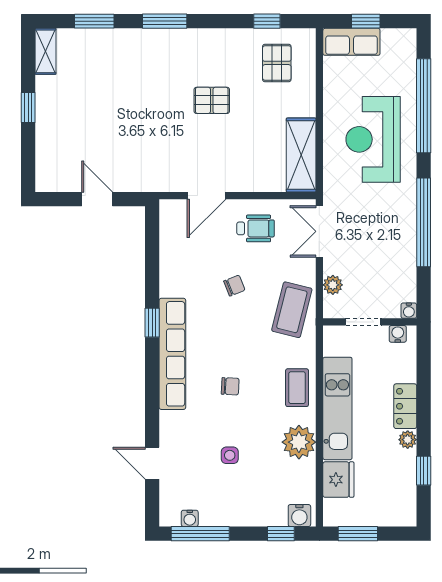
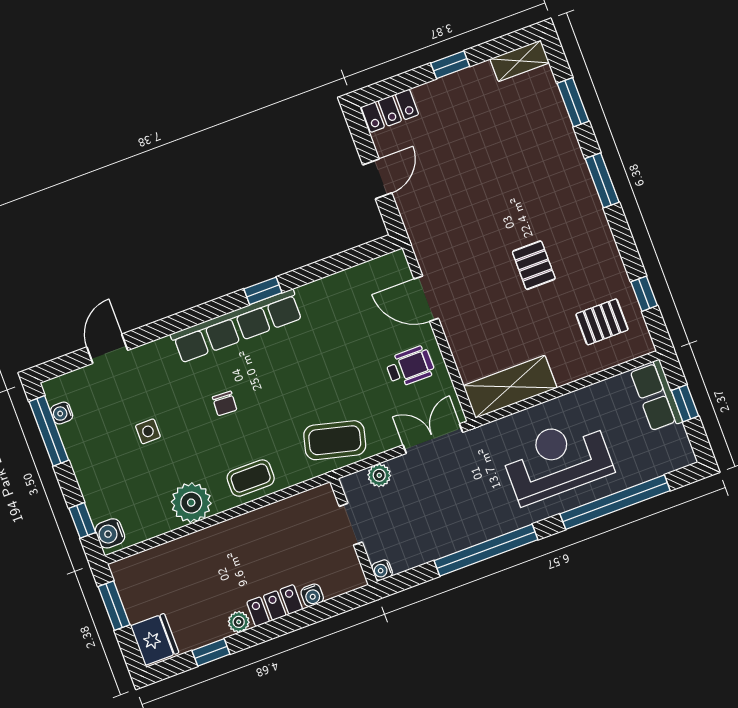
locker: (47, 169) -> (390, 111), added
wheelchair: (256, 228) -> (410, 367), turned -90
chair: (234, 286) -> (338, 367), removed
water cooler: (398, 334) -> (312, 595), moved, turned 90
kitchen unit: (337, 408) -> (244, 531), removed
fridge: (338, 480) -> (155, 639), moved, turned -90

